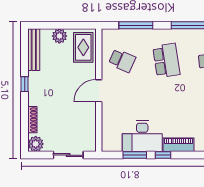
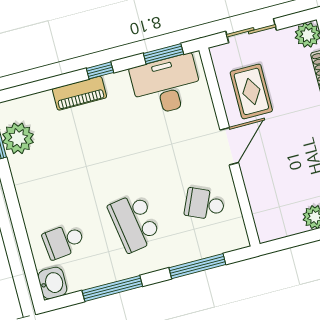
rug: (83, 47) -> (251, 91), moved
desk: (142, 136) -> (166, 85), moved
window: (135, 155) -> (163, 54), moved

